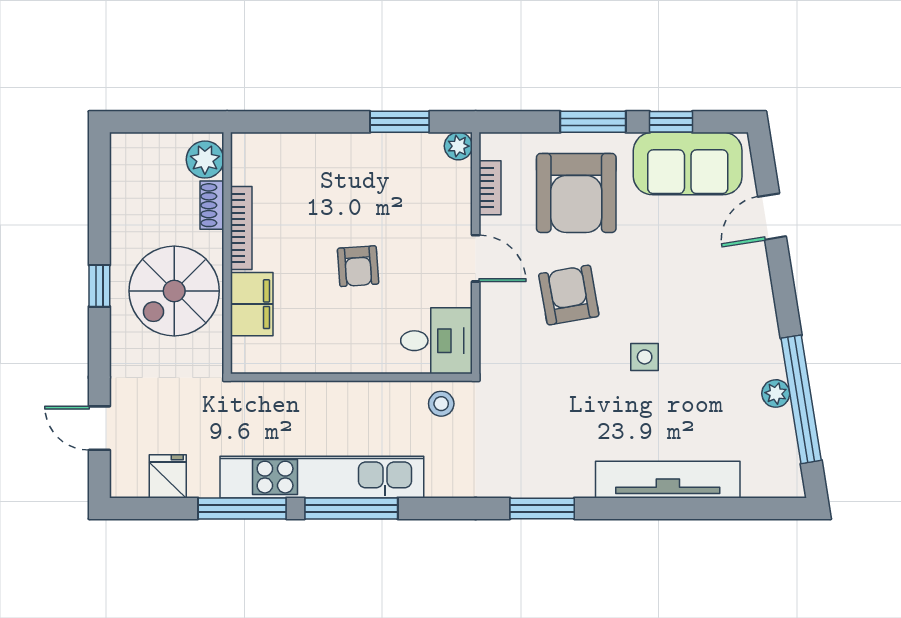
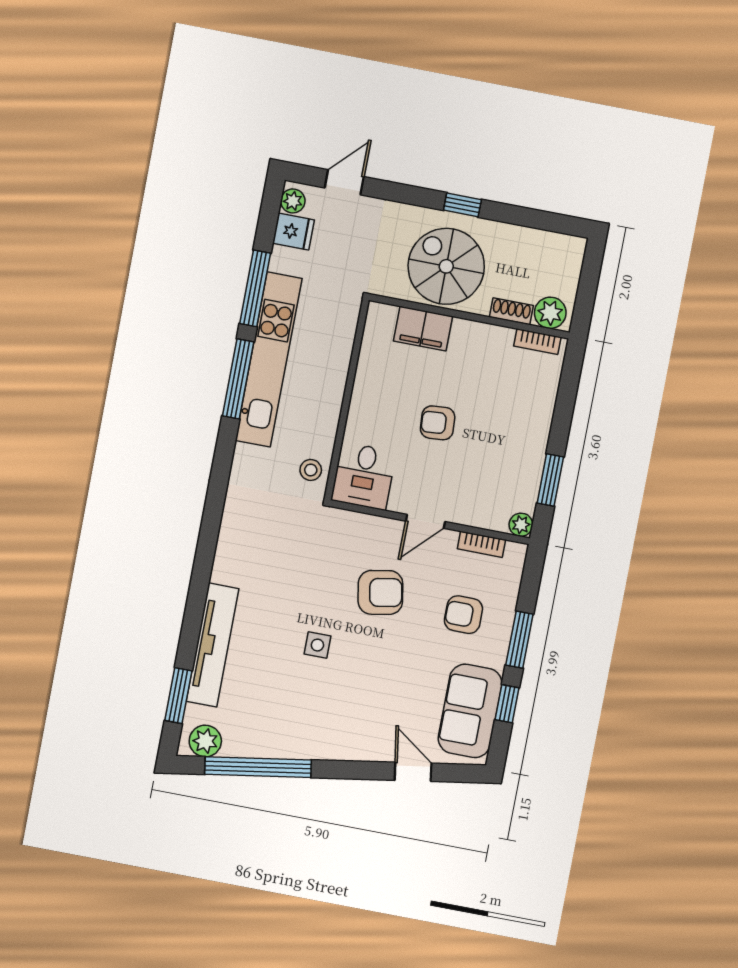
armchair: (576, 193) -> (463, 615), width x0.53, depth x0.53
bookcase: (241, 228) -> (537, 342), moved, width x0.64
plant: (776, 393) -> (205, 741), moved, width x1.38, depth x1.38
plant: (132, 484) -> (293, 201), added
window: (542, 508) -> (178, 696), moved

